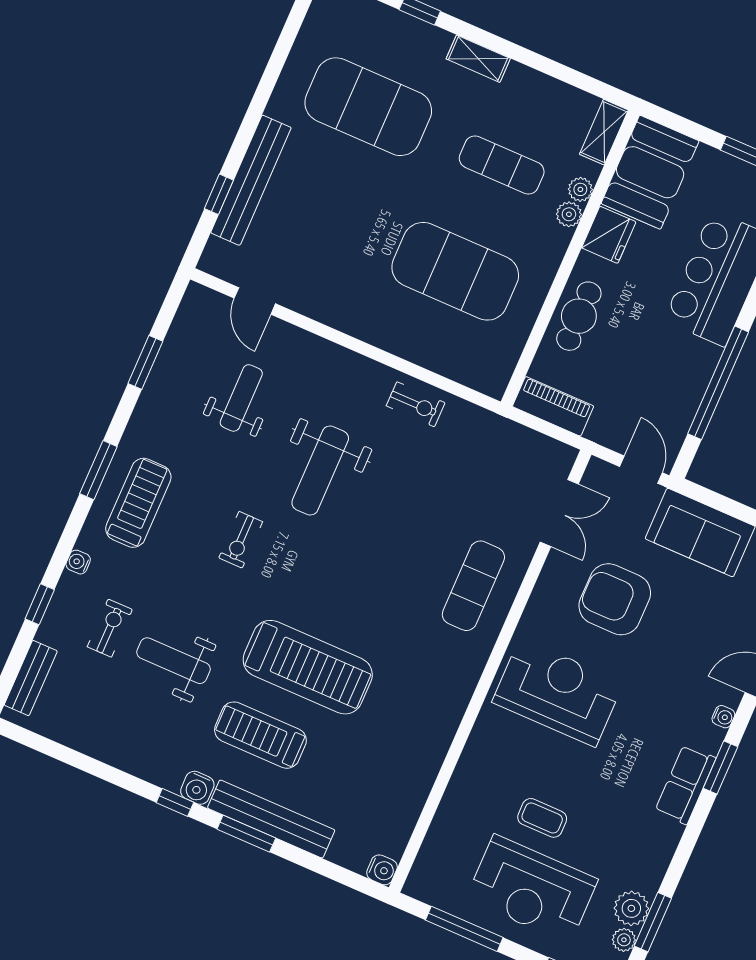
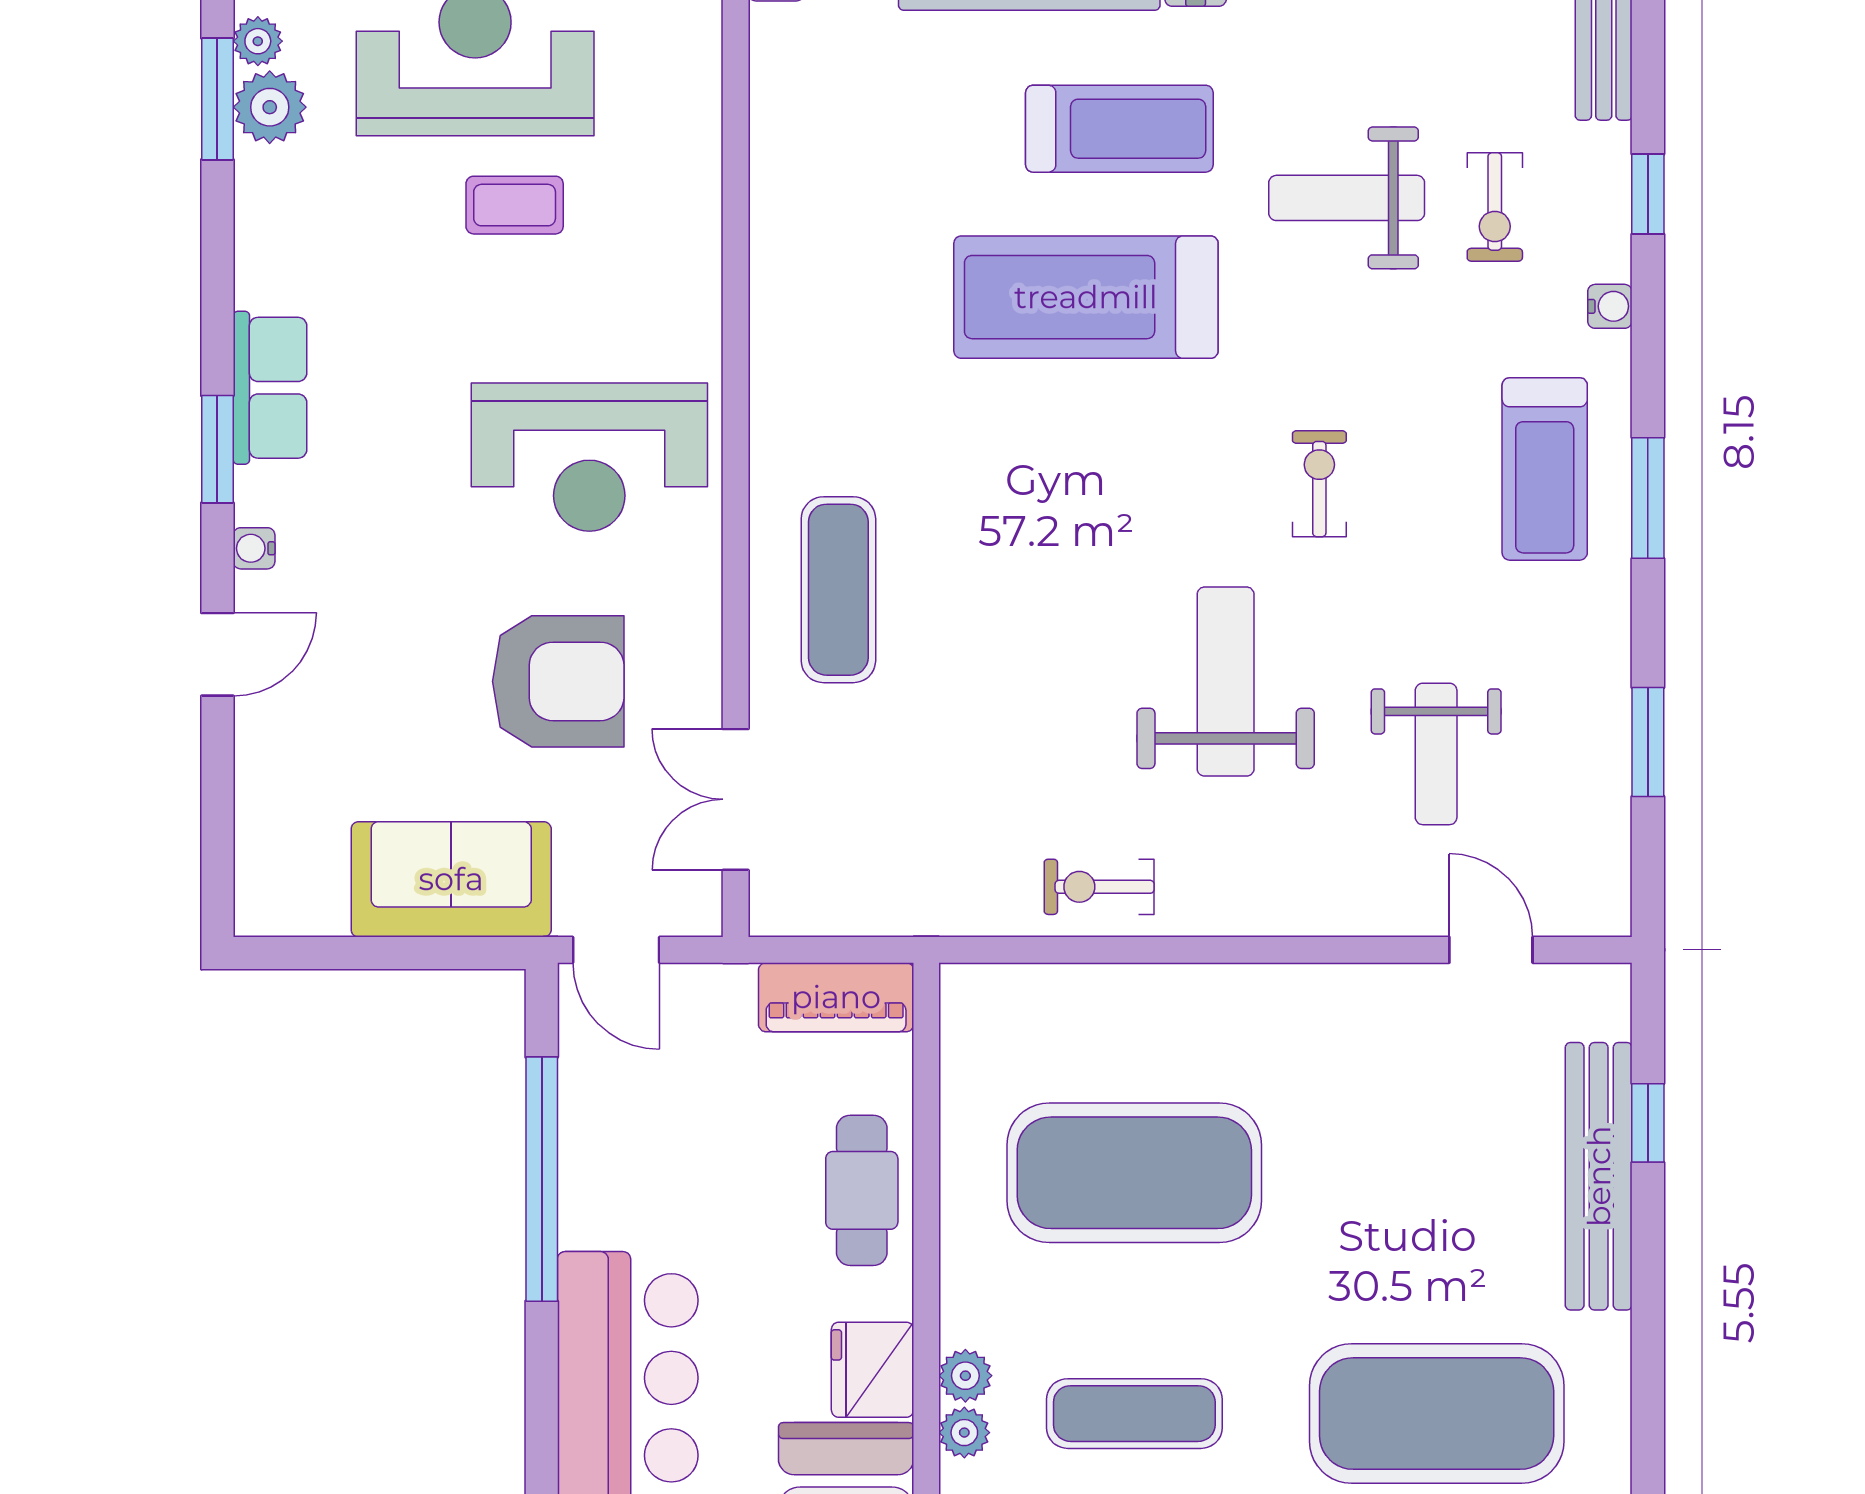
weight bench: (173, 661) -> (1347, 198), turned 180

